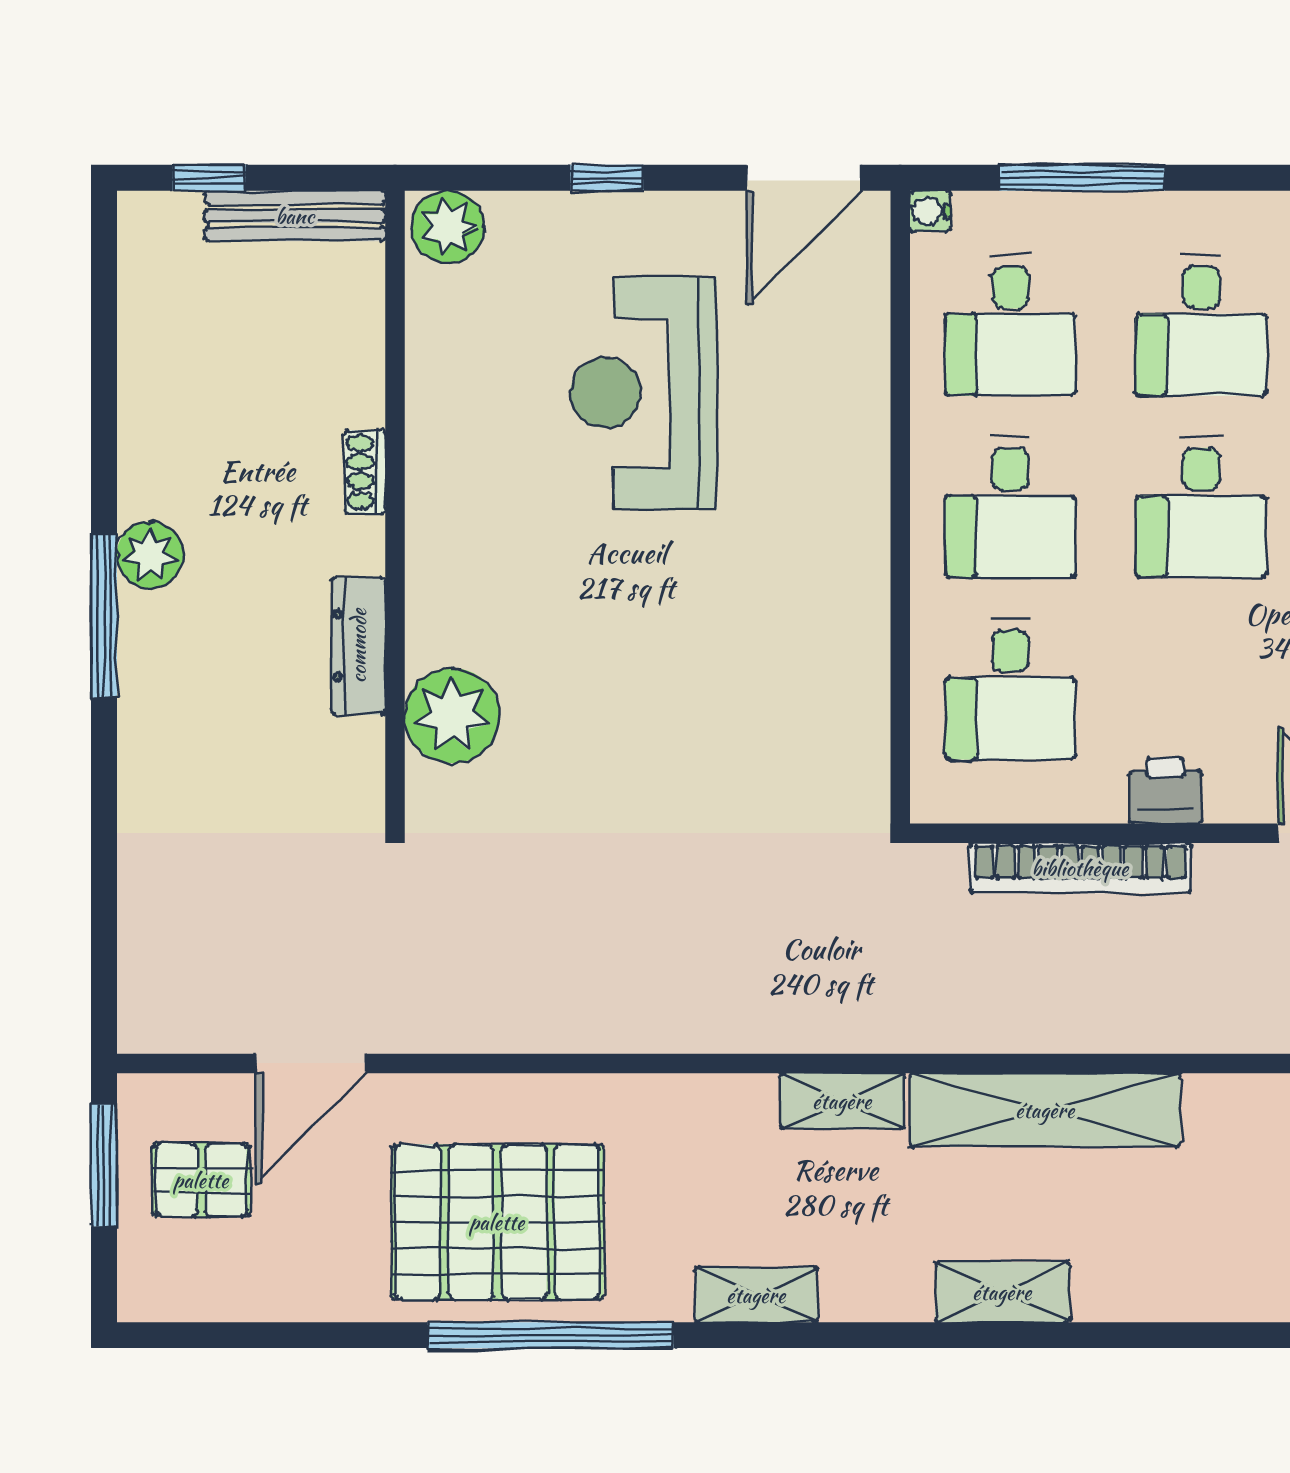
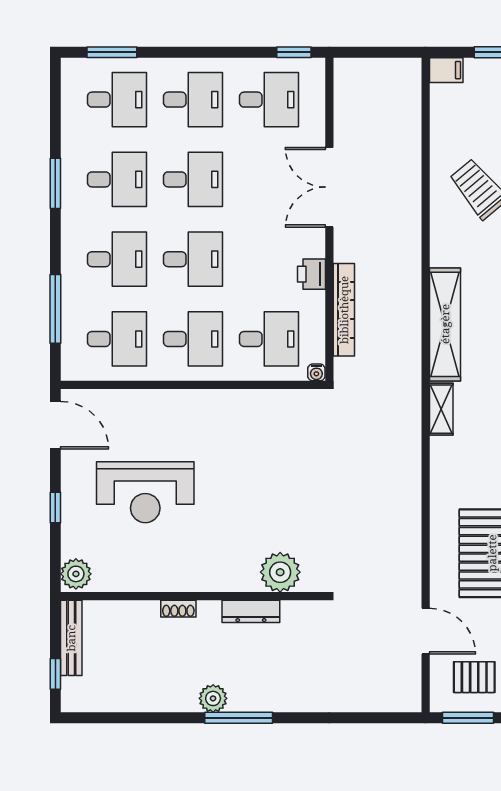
water cooler: (930, 211) -> (316, 372), moved
pallet: (201, 1180) -> (474, 677), turned 90

